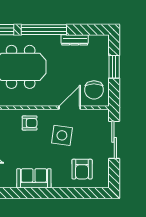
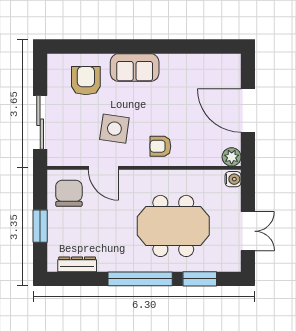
dresser: (75, 40) -> (77, 264), moved
door: (70, 108) -> (103, 168), hinge flipped
sofa: (34, 178) -> (135, 68), moved

